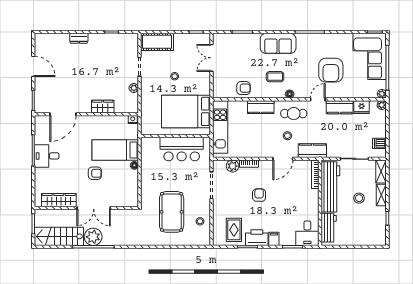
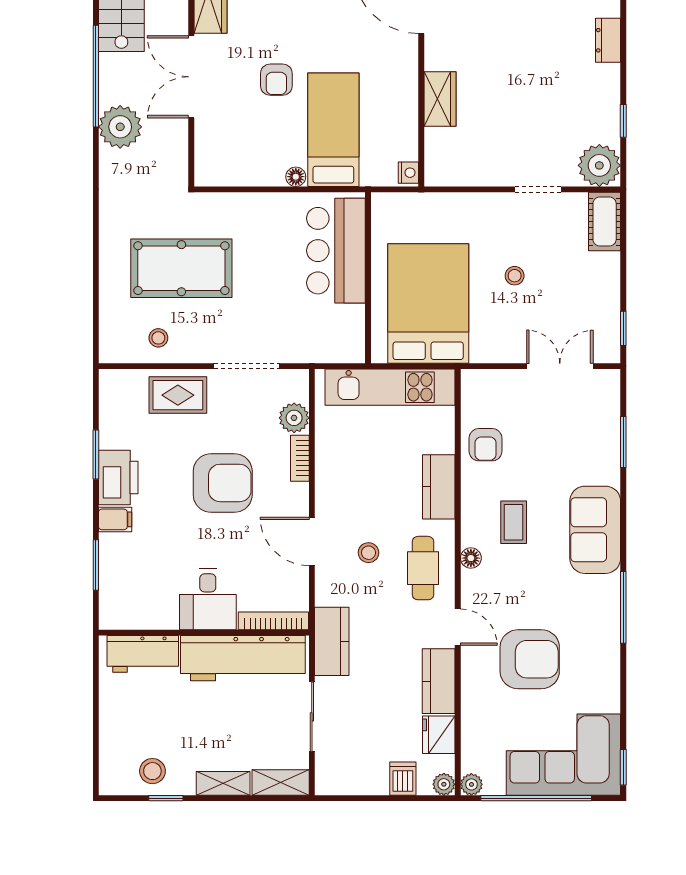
cot: (157, 42) -> (605, 222), width x0.73, depth x0.75
armchair: (331, 70) -> (530, 659), turned 180
plant: (134, 88) -> (599, 165), moved, width x1.87, depth x1.87
dishwasher: (379, 143) -> (403, 779), moved
bar counter: (182, 149) -> (336, 251), moved
kitchen counter: (312, 151) -> (332, 641), moved
armchair: (259, 195) -> (223, 483), width x1.88, depth x1.88
stool: (359, 198) -> (152, 771), moved
rug: (234, 230) -> (178, 395), moved
desk: (307, 233) -> (208, 599), moved, turned -90
plant: (93, 237) -> (120, 127), moved

